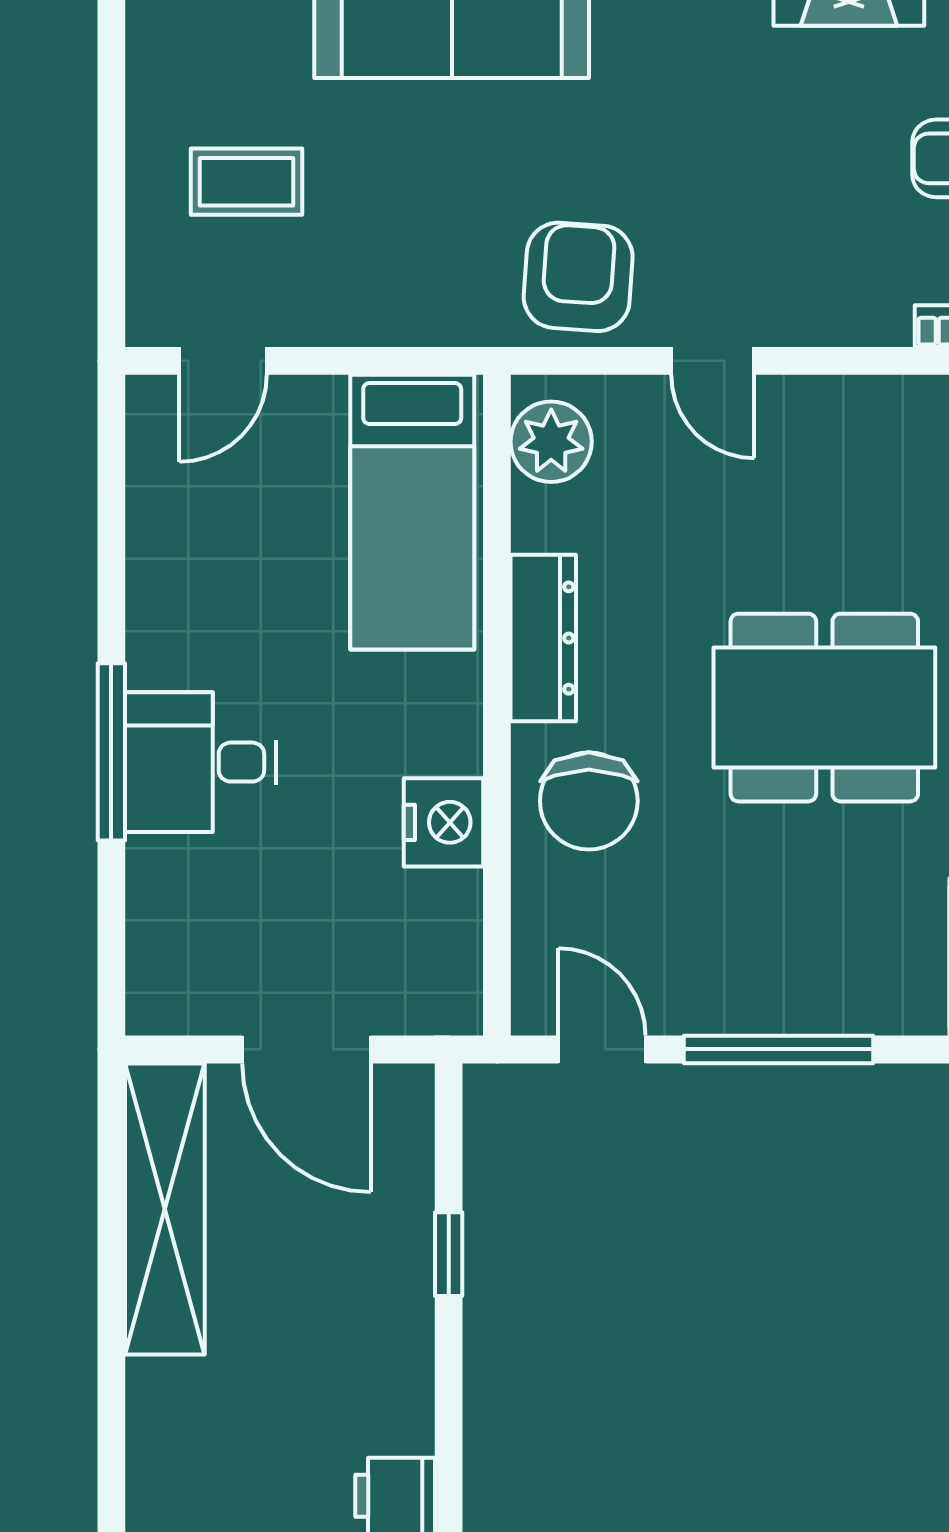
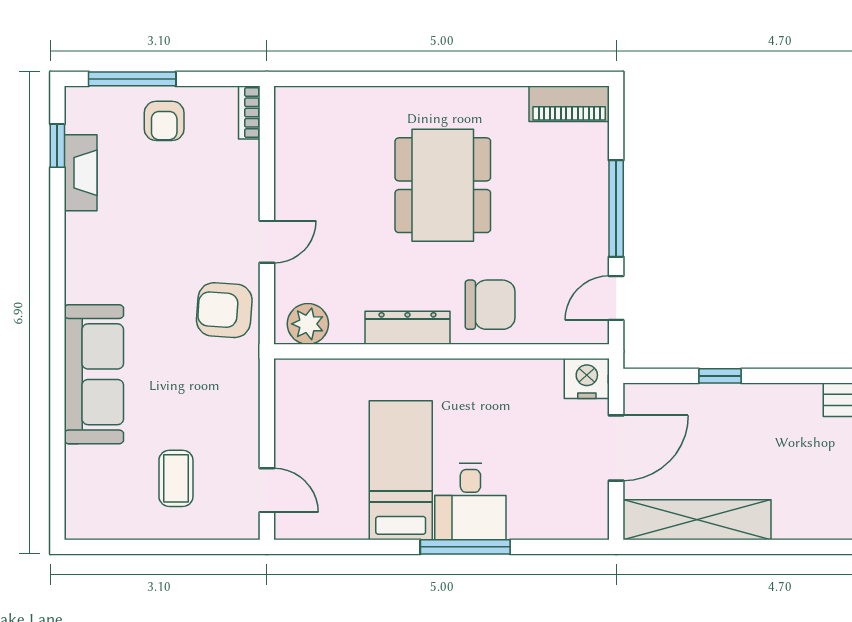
bed: (412, 512) -> (401, 470), moved, turned -90
nightstand: (443, 822) -> (587, 378), moved

